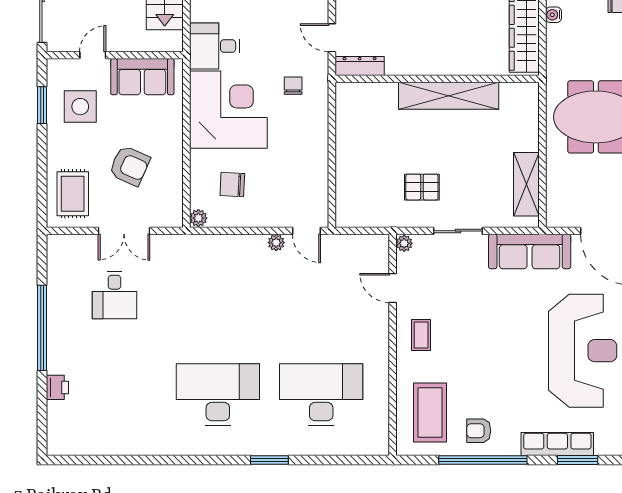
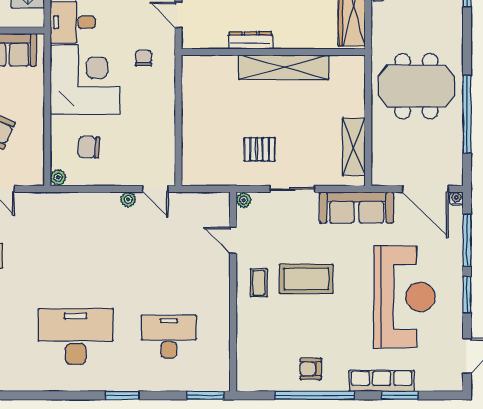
dresser: (360, 66) -> (250, 40), moved
desk: (321, 395) -> (169, 337), width x0.73, depth x0.77
coffee table: (430, 412) -> (306, 279), moved, turned 90
window: (362, 460) -> (205, 395), added

